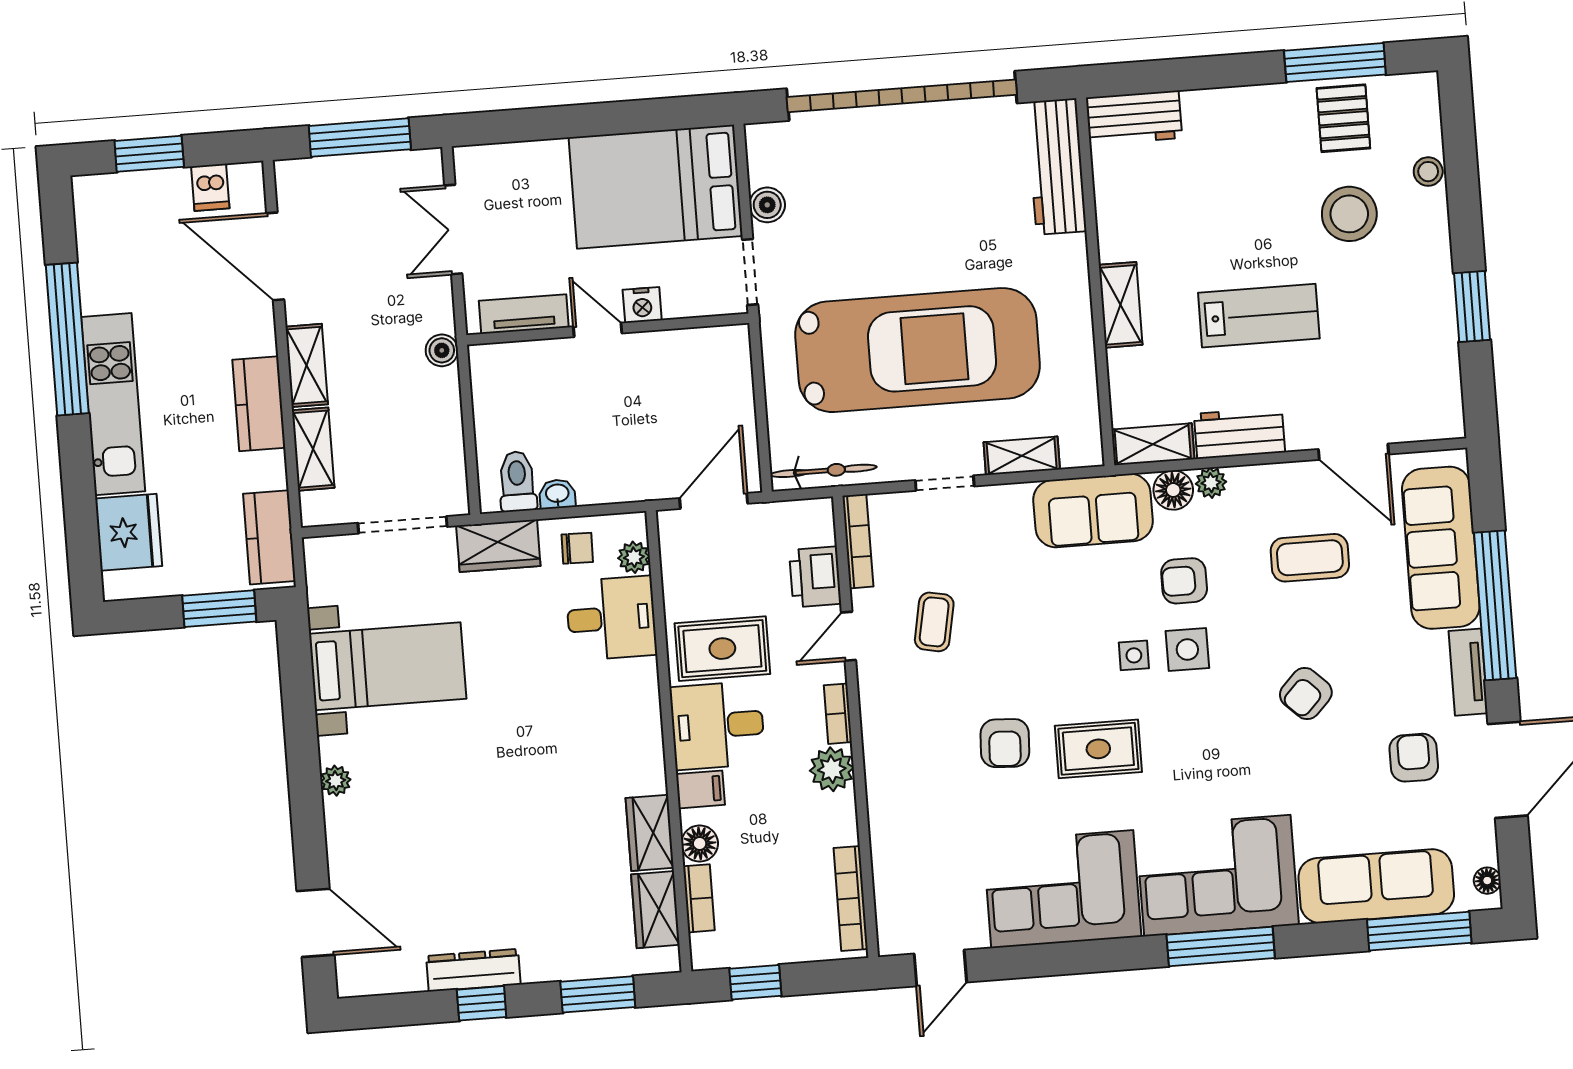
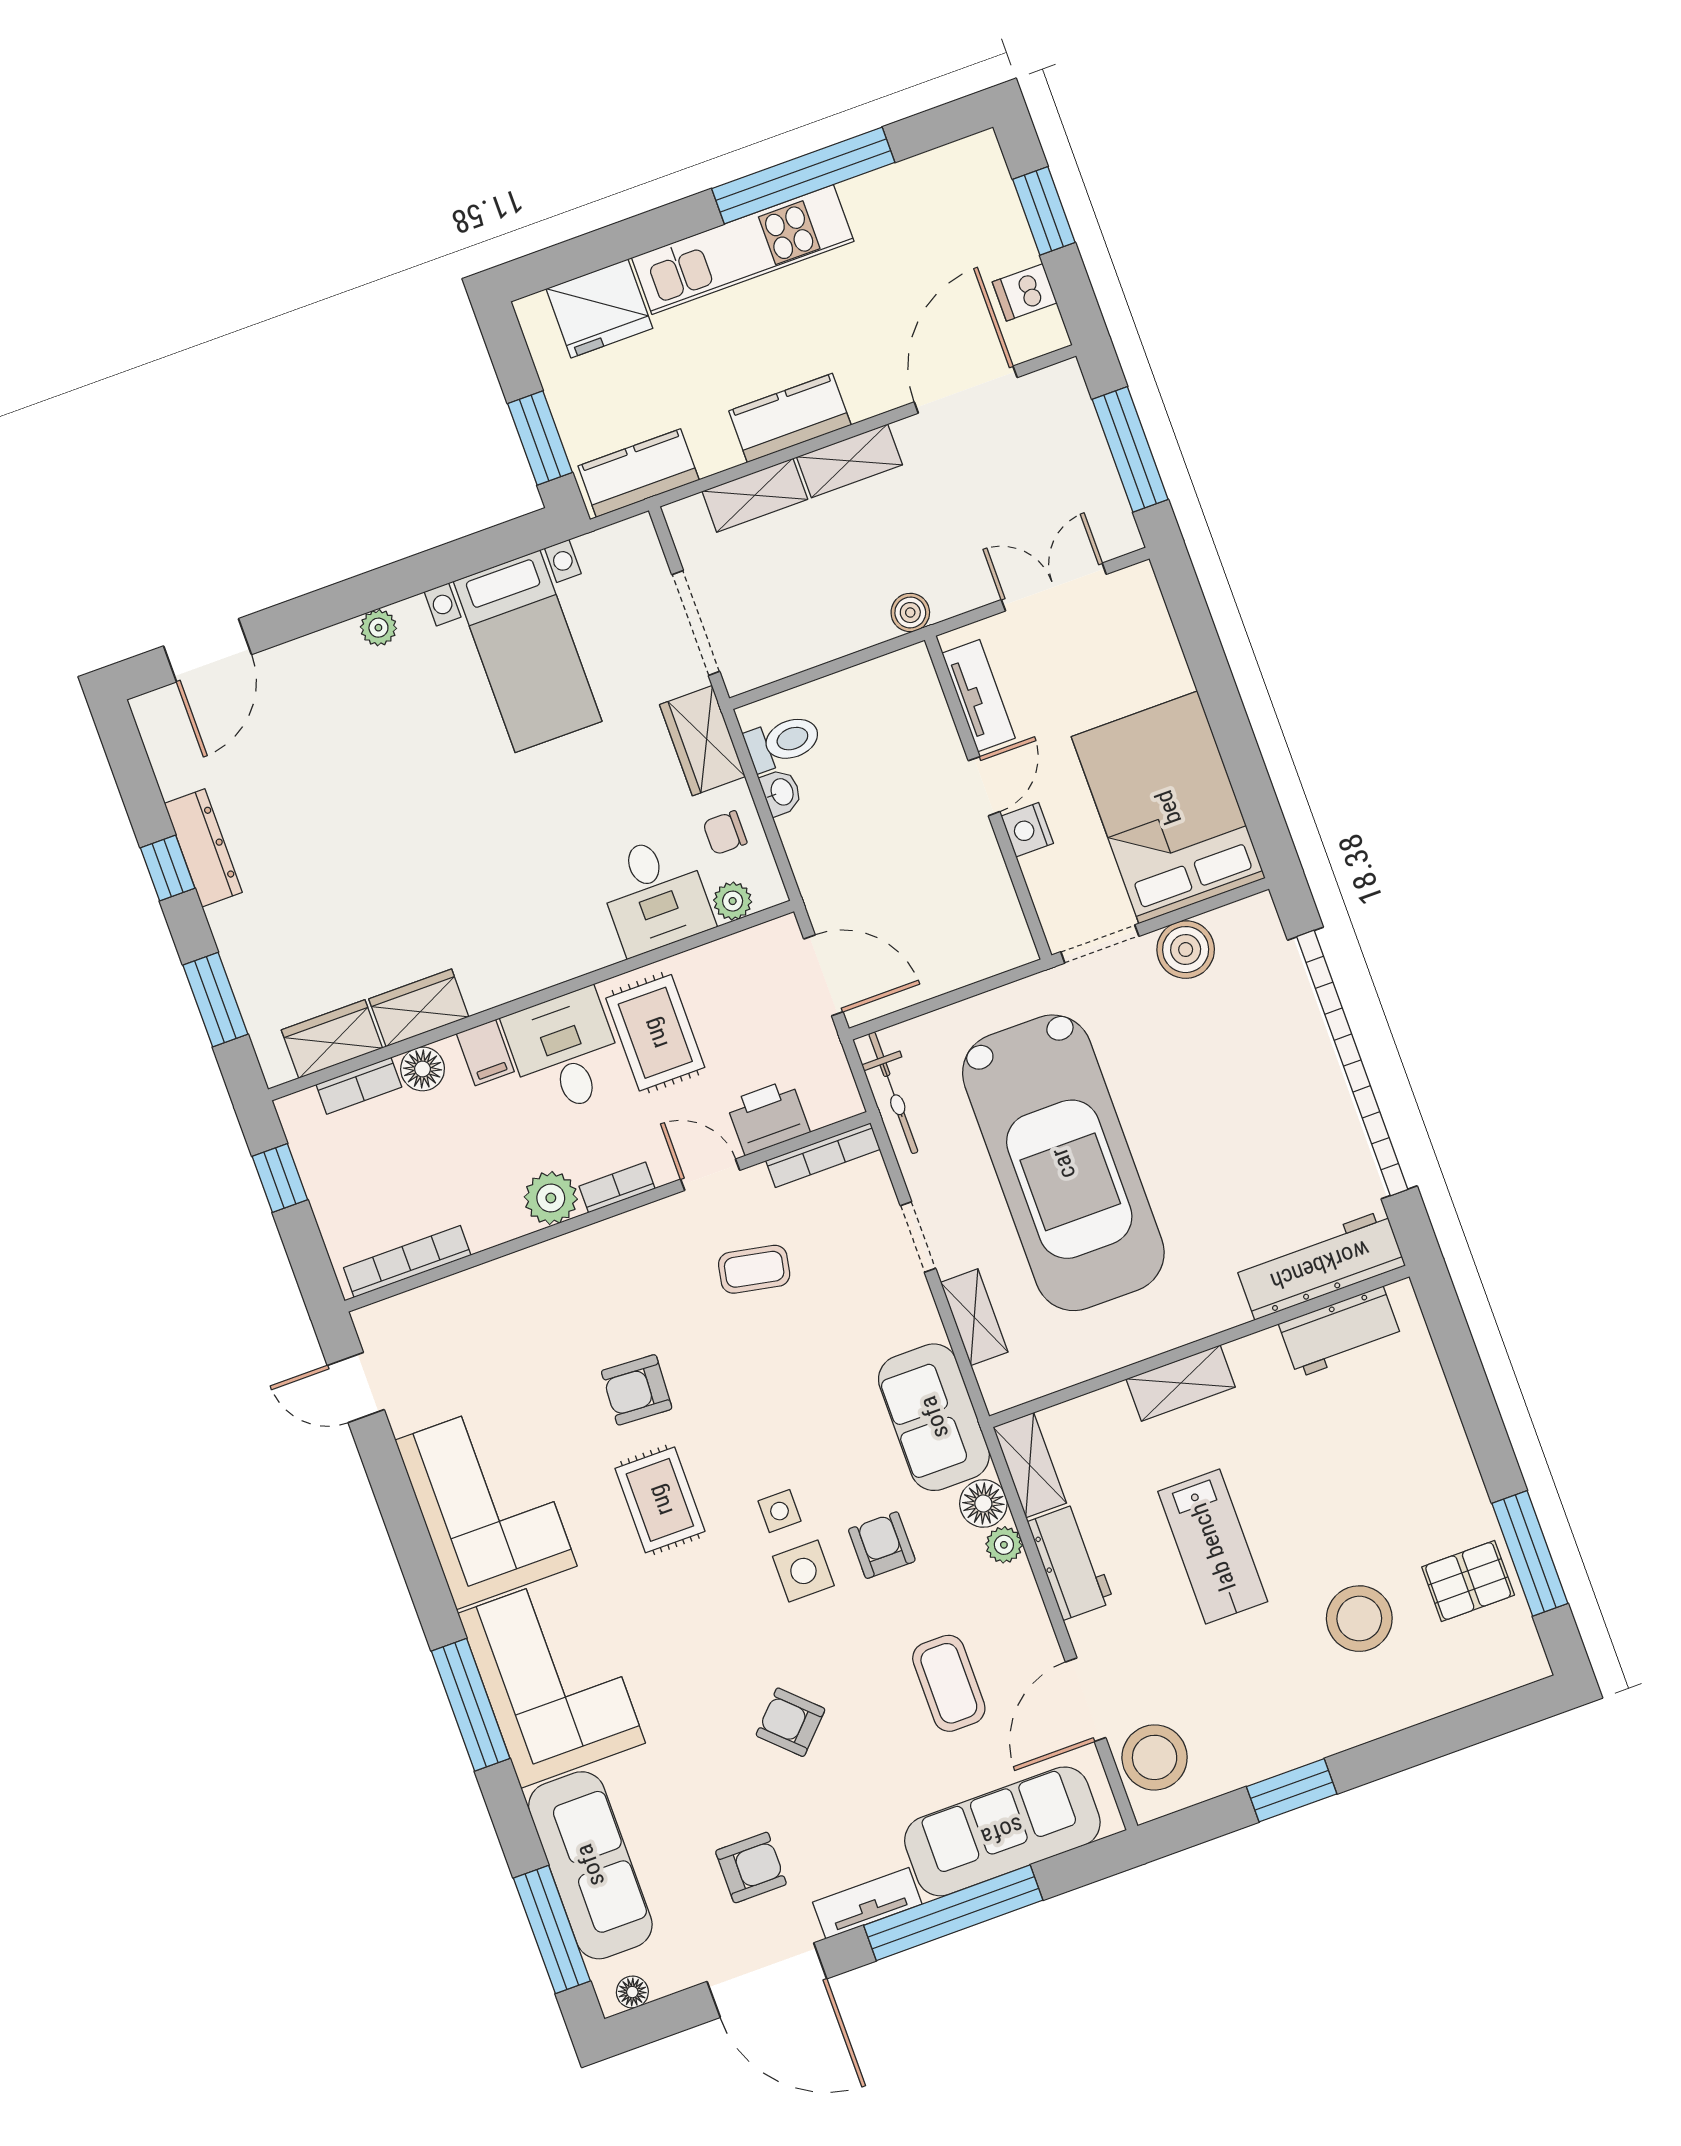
workbench: (1134, 118) -> (1341, 1332), moved, turned -90
stool: (1428, 172) -> (1155, 1757), moved, width x1.89, depth x1.89
boiler: (767, 205) -> (1186, 950), width x1.36, depth x1.36
chair: (577, 548) -> (725, 833), turned 89

